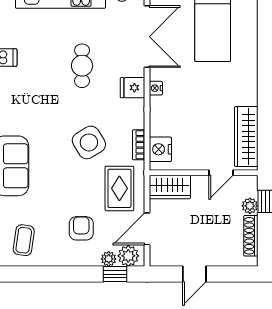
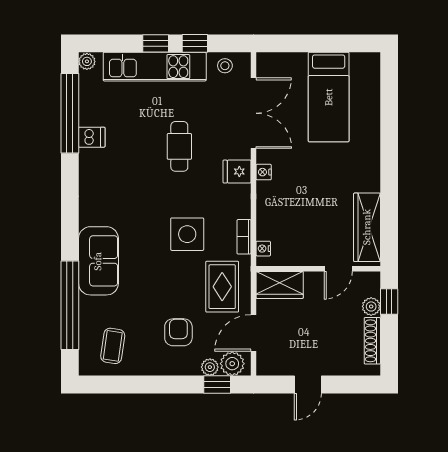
side table: (89, 142) -> (187, 234), turned 31
nightstand: (160, 149) -> (263, 249), width x0.53, depth x0.56

